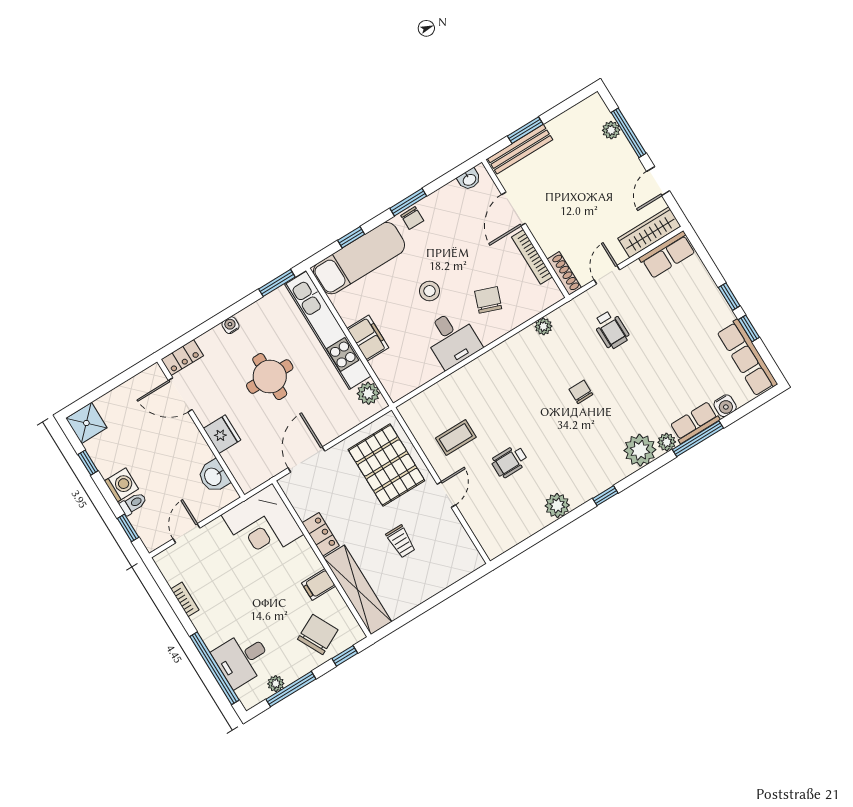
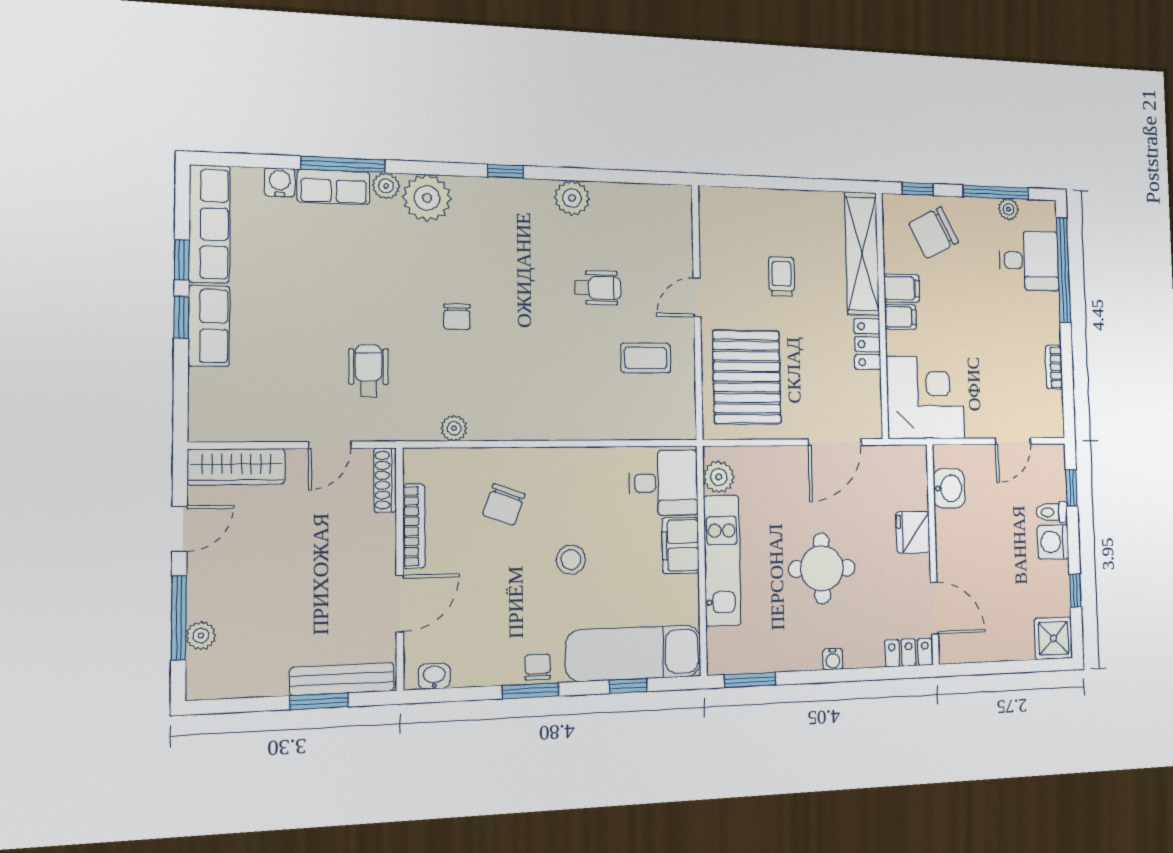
row of seats: (667, 255) -> (209, 326), moved, turned 90
kitchen unit: (328, 330) -> (722, 560), width x0.73
desk: (452, 339) -> (664, 483), moved, turned 90
filing cabinet: (309, 566) -> (900, 317), added

